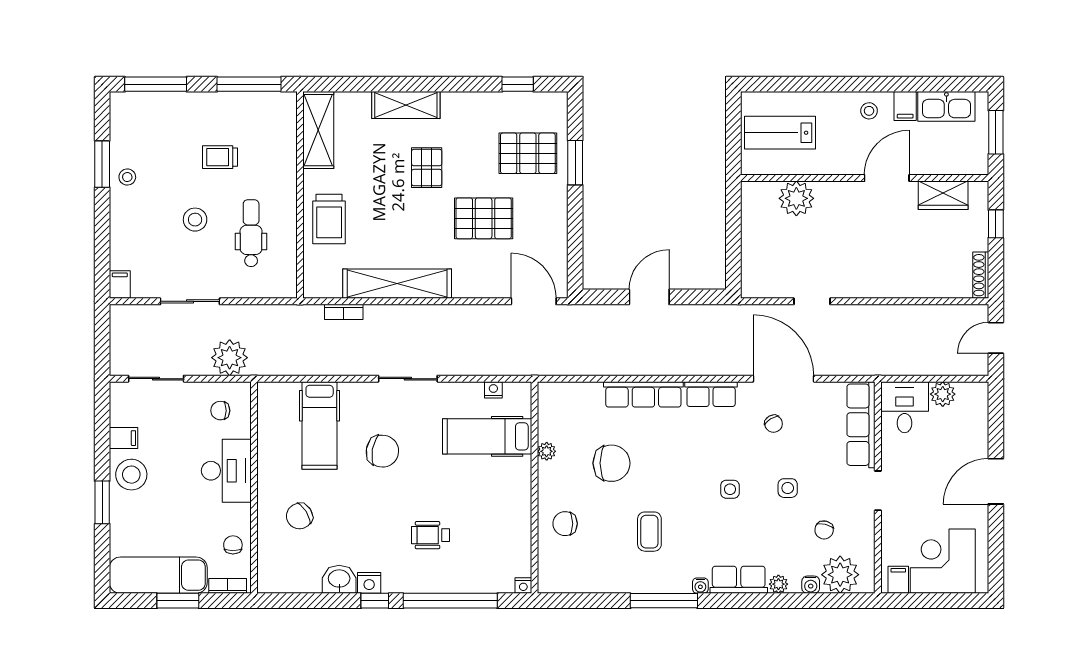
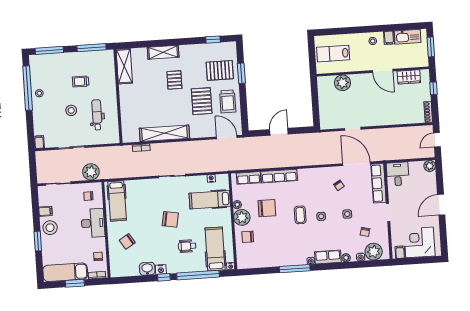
window: (102, 164) -> (28, 88), width x2.11
door: (887, 178) -> (383, 71), swing flipped
pallet: (484, 218) -> (202, 101), turned 90
trolley: (329, 219) -> (228, 101), moved
door: (784, 379) -> (356, 164), moved
row of seats: (711, 394) -> (249, 178), moved
plant: (943, 394) -> (430, 166), moved
hospital bed: (320, 425) -> (117, 201), moved
chair: (382, 451) -> (170, 219), moved
plant: (555, 480) -> (242, 217), added
coffee table: (649, 532) -> (300, 215), moved
hospital bed: (491, 546) -> (215, 249), added

